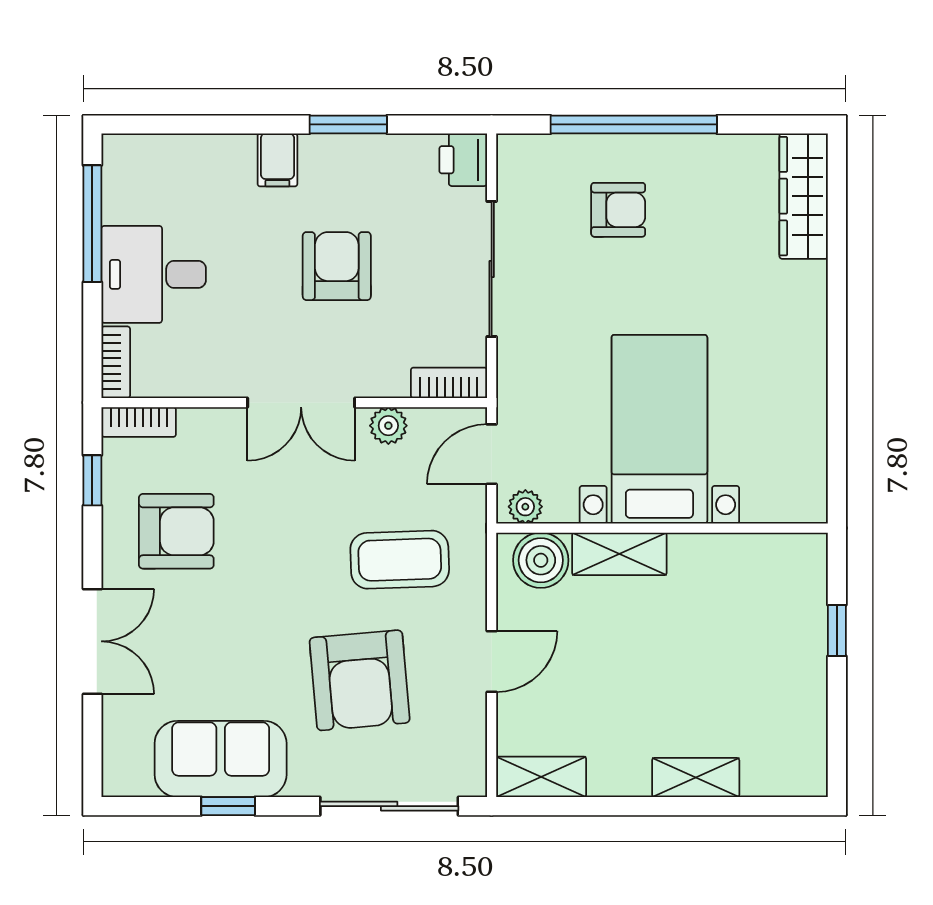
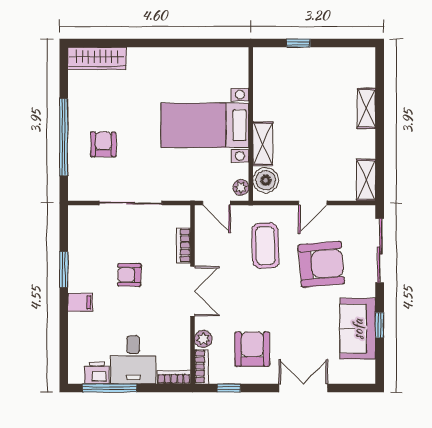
printer: (463, 160) -> (97, 373), moved, turned 180
armchair: (337, 266) -> (129, 275), width x0.72, depth x0.72
bookcase: (449, 383) -> (183, 245), moved
plant: (388, 426) -> (203, 339), moved
door: (492, 661) -> (313, 203), swing flipped

